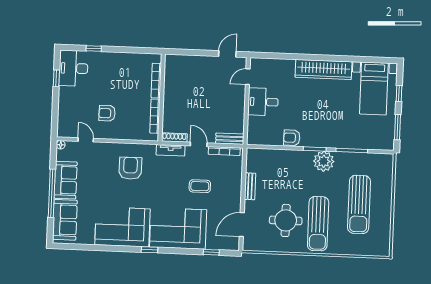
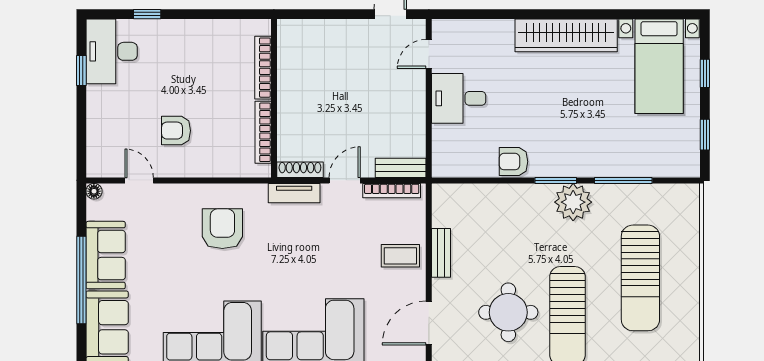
window: (398, 127) -> (705, 135), width x0.67
door: (199, 144) -> (345, 180), hinge flipped
coffee table: (200, 186) -> (400, 256), moved

